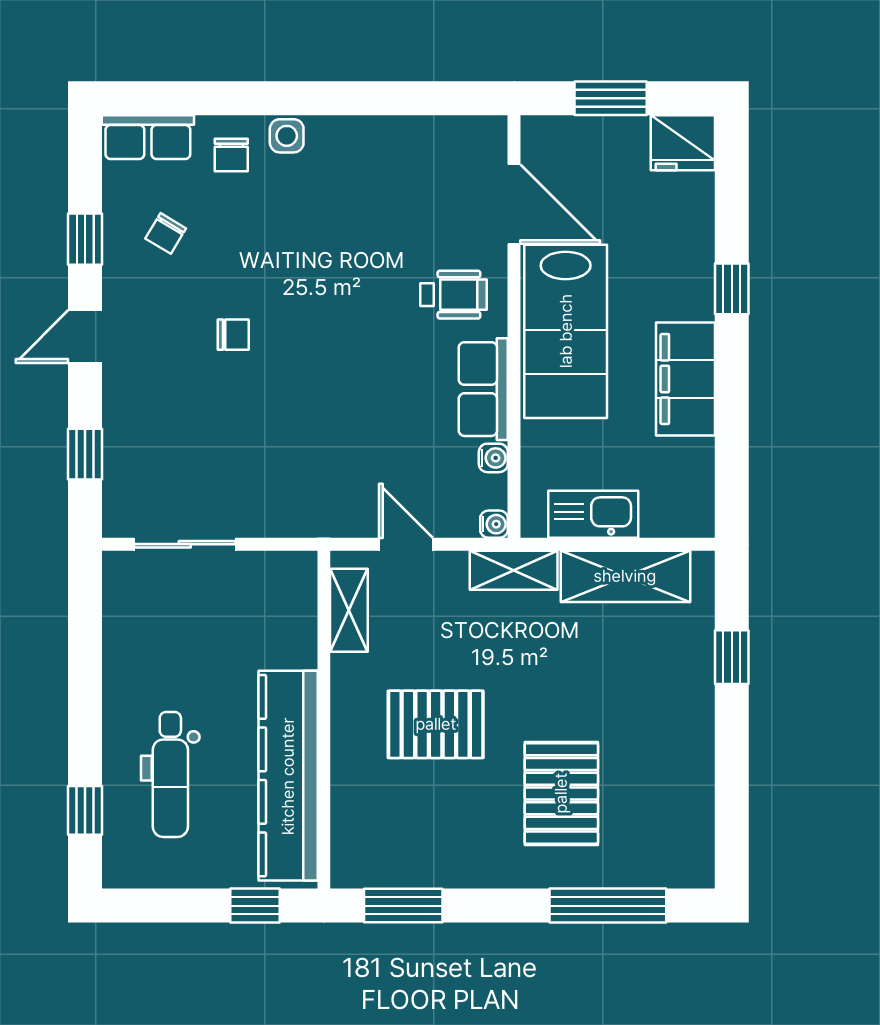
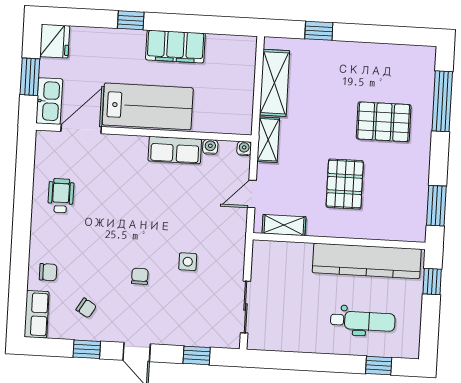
side table: (287, 136) -> (188, 262), moved
wheelchair: (454, 295) -> (61, 196), moved
kitchen sink: (593, 514) -> (49, 101), moved, turned 180

